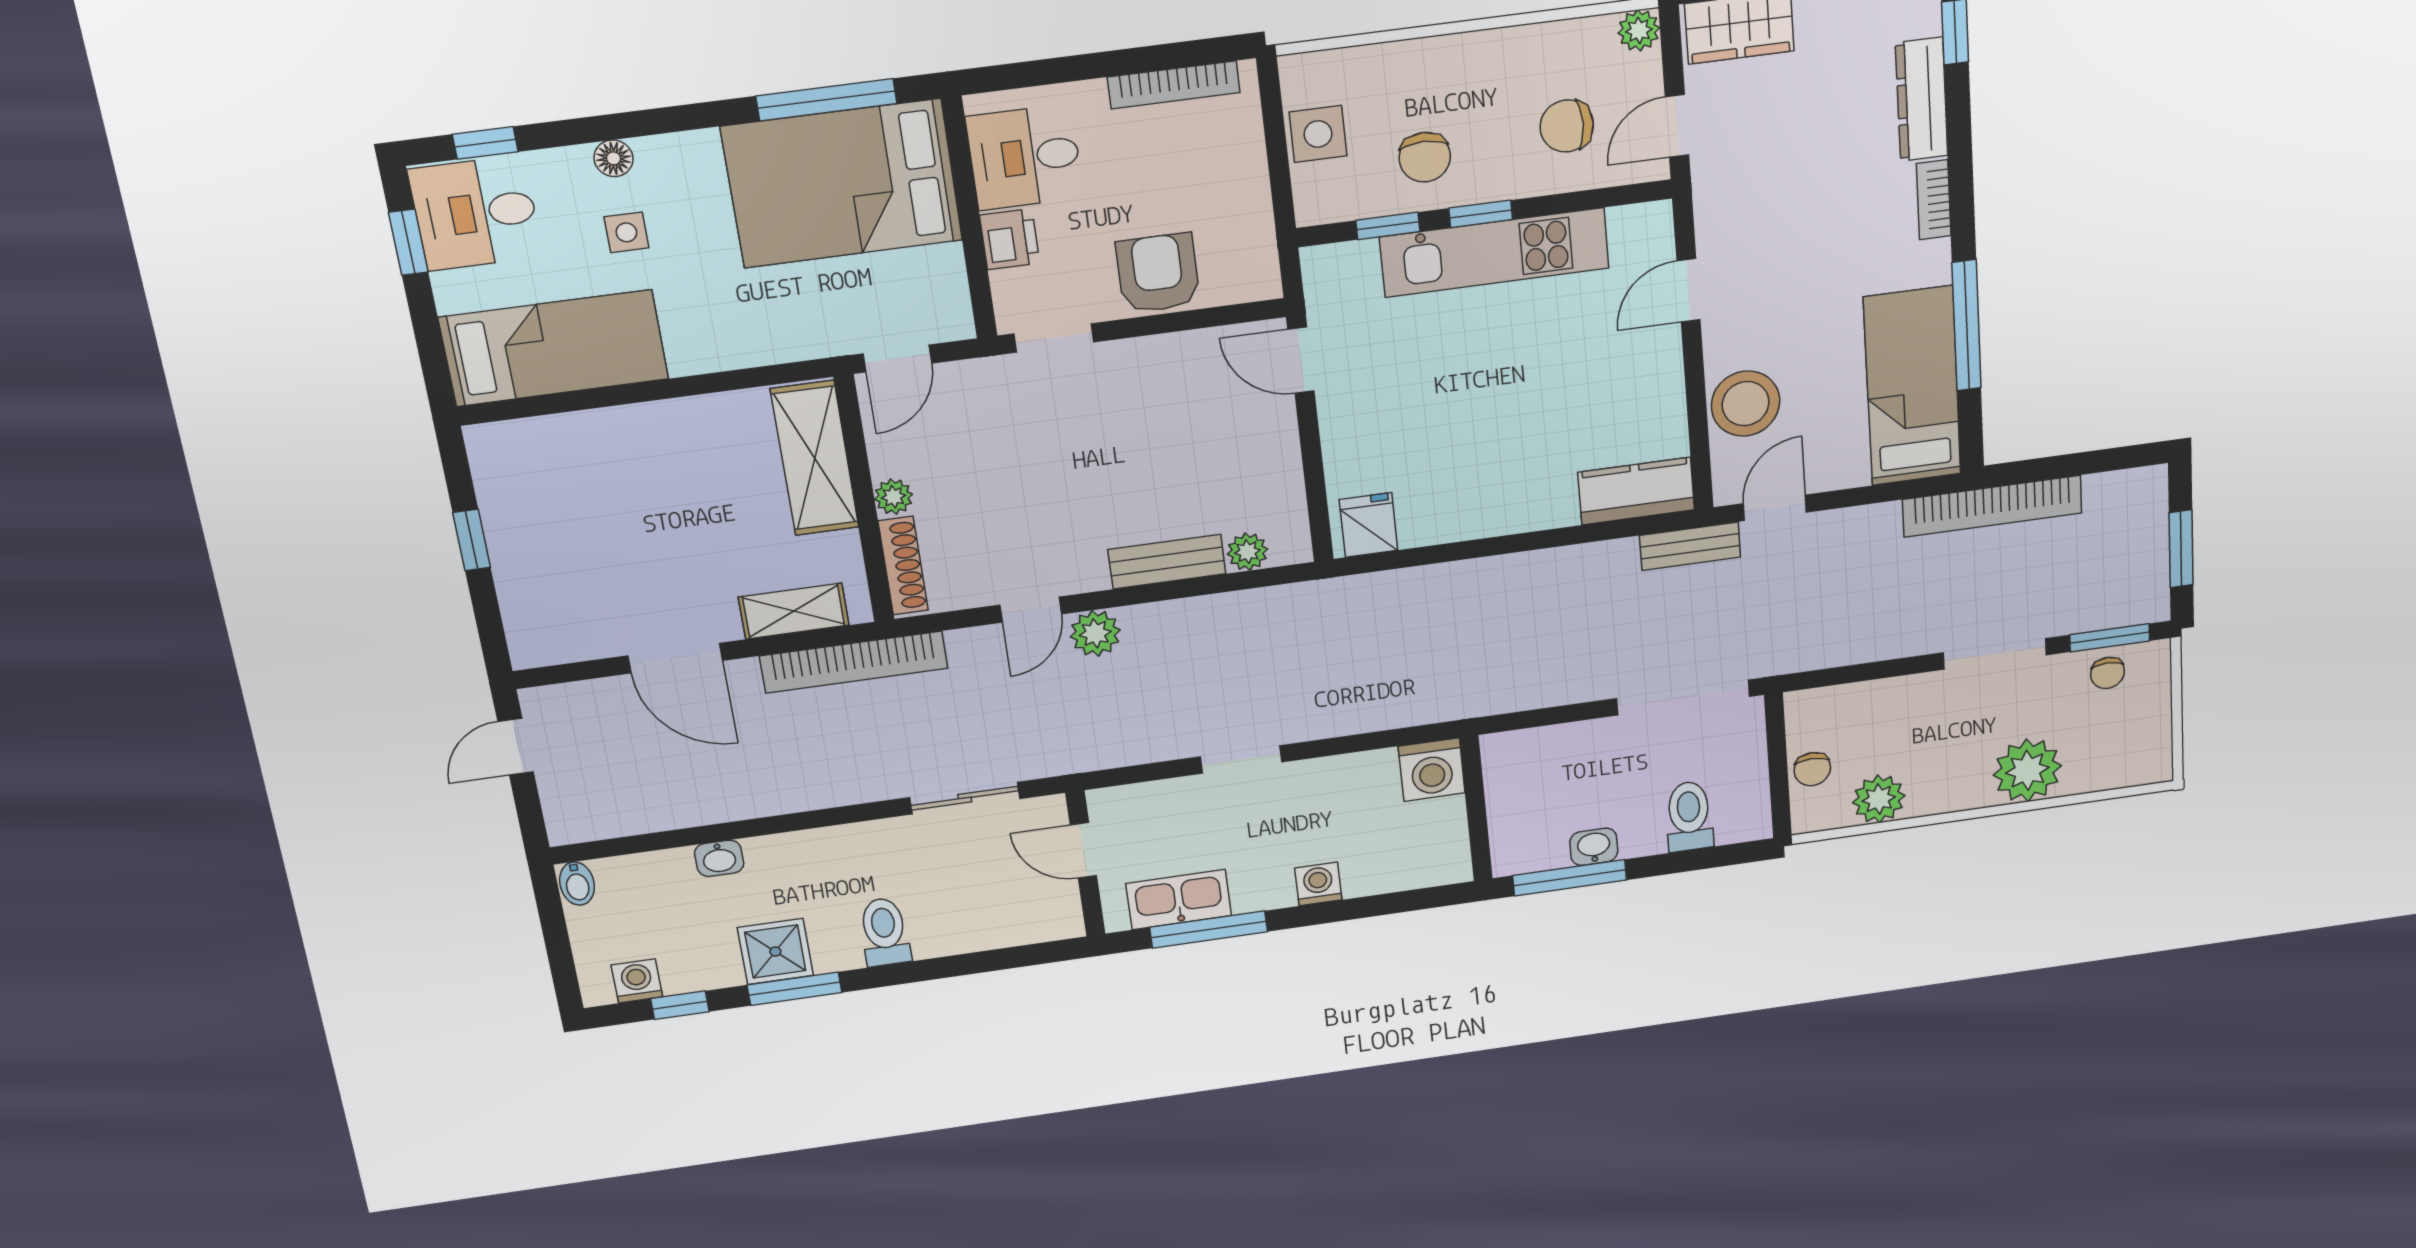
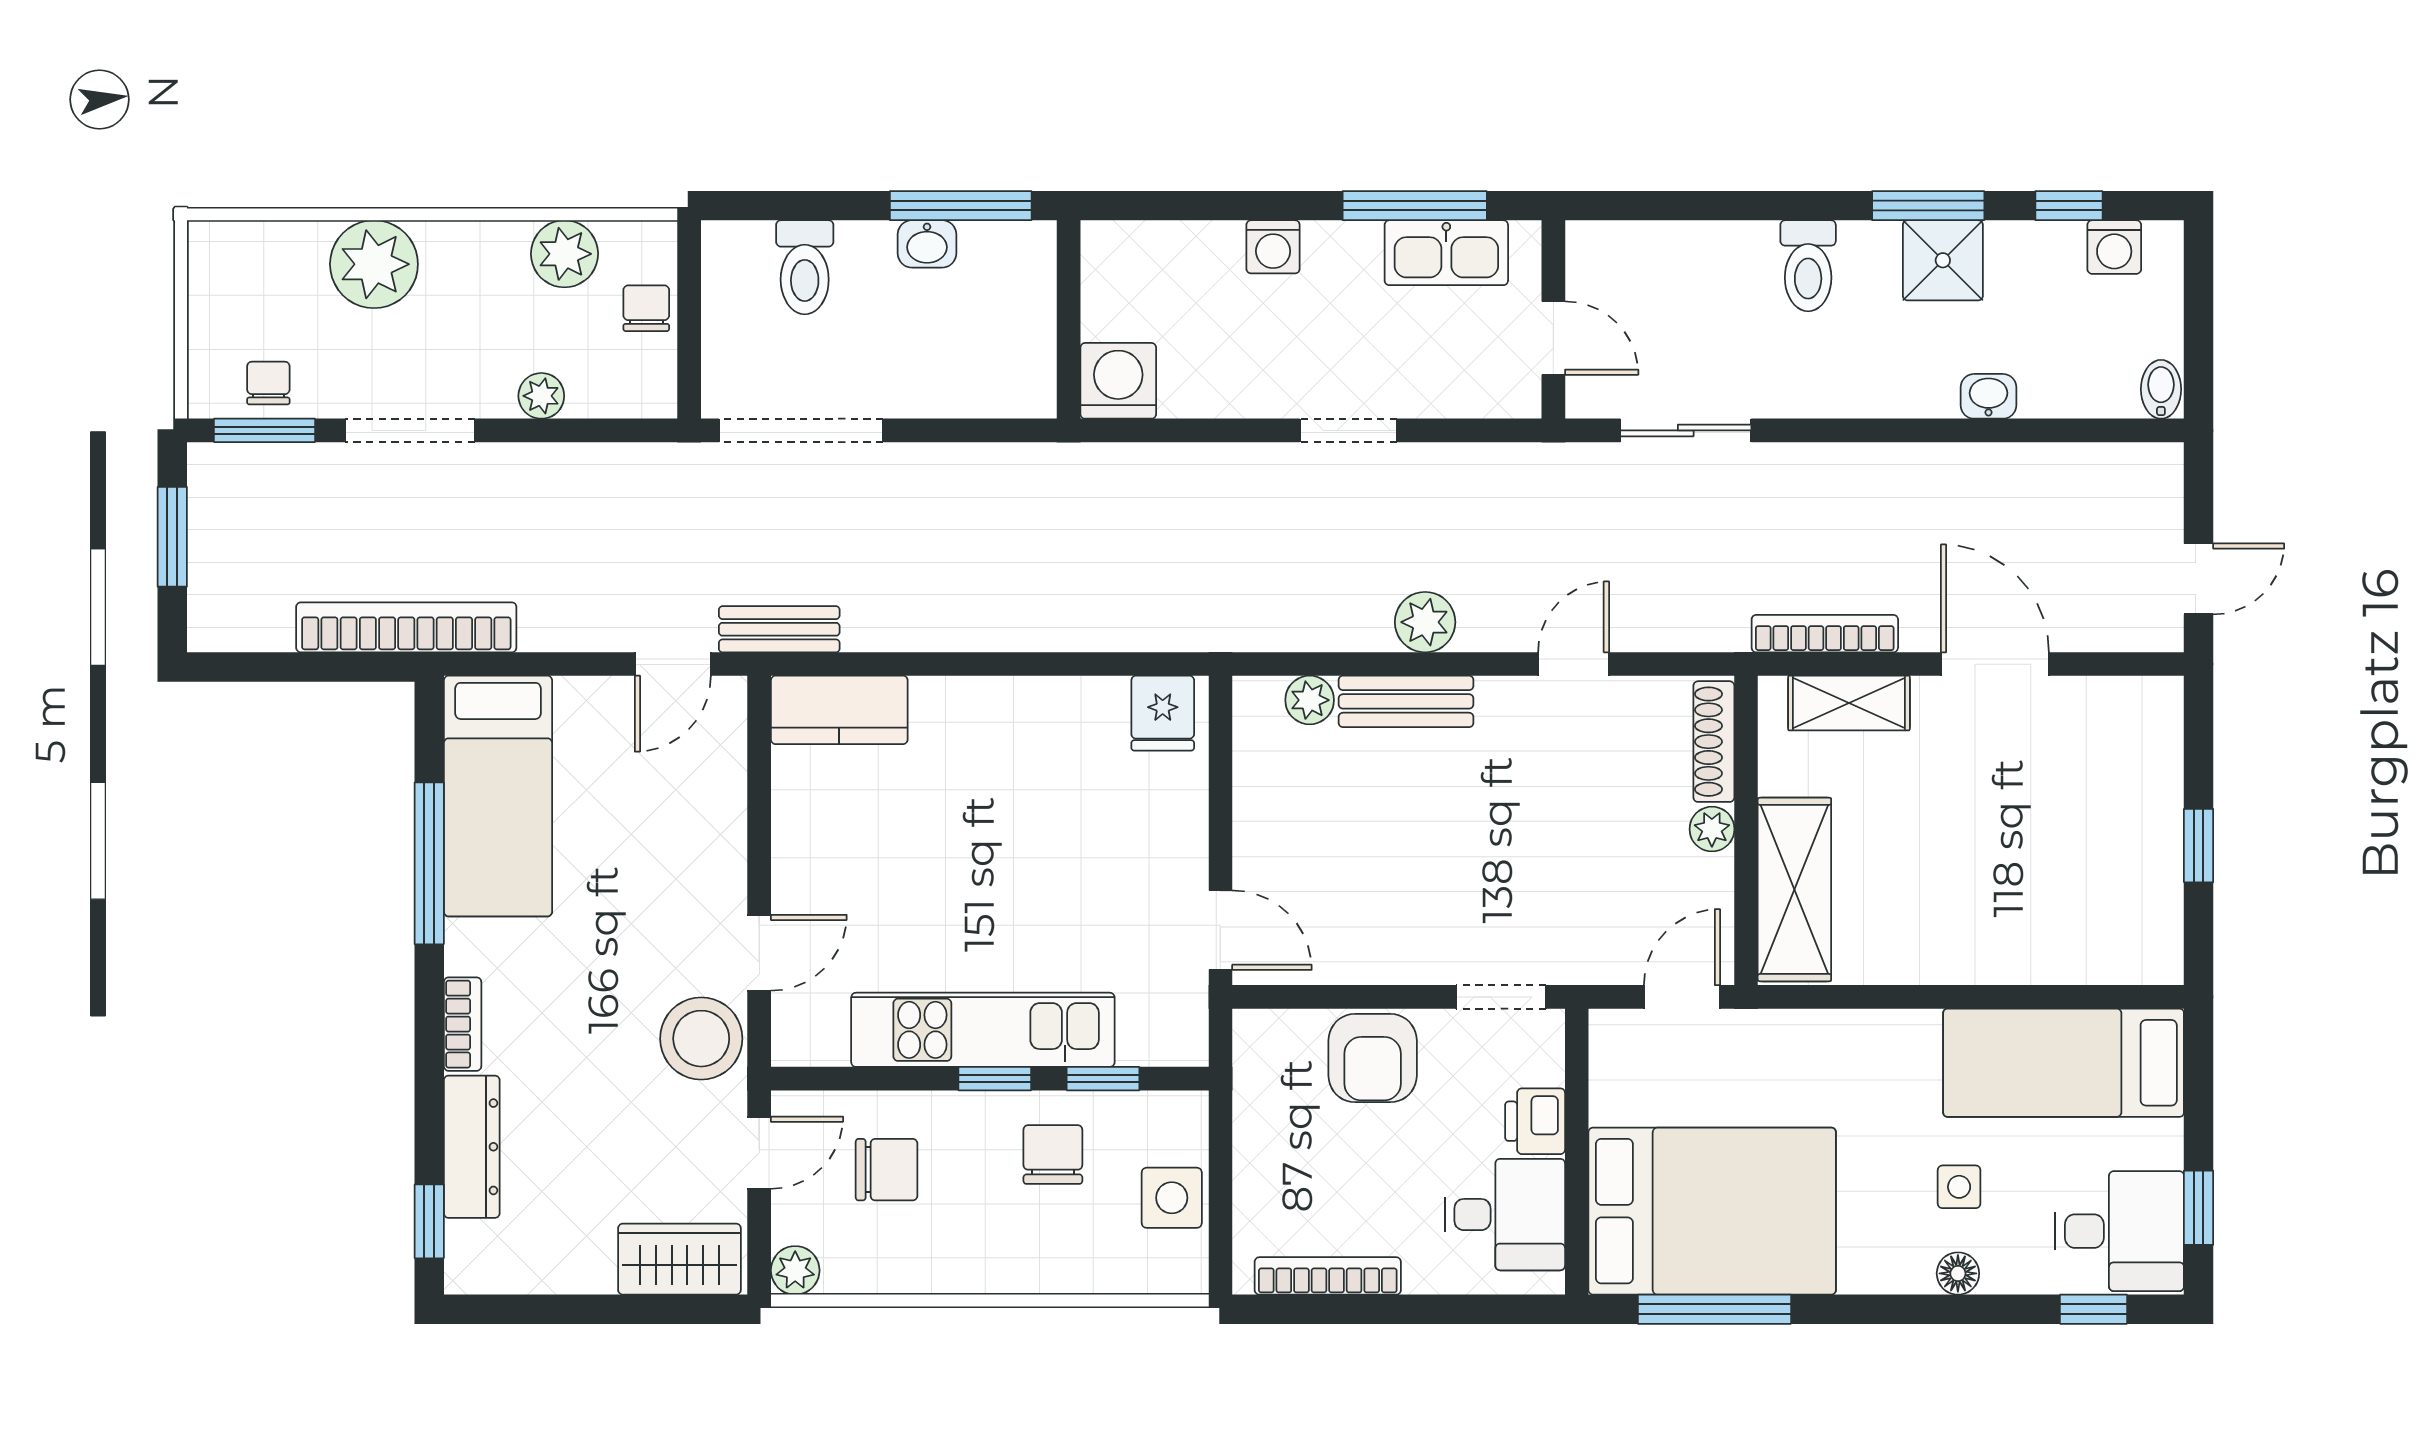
stool: (1746, 404) -> (701, 1039), moved
plant: (1095, 633) -> (1425, 622), moved
bookcase: (854, 662) -> (1825, 634), width x0.68, depth x0.76
plant: (1892, 694) -> (541, 396), added

